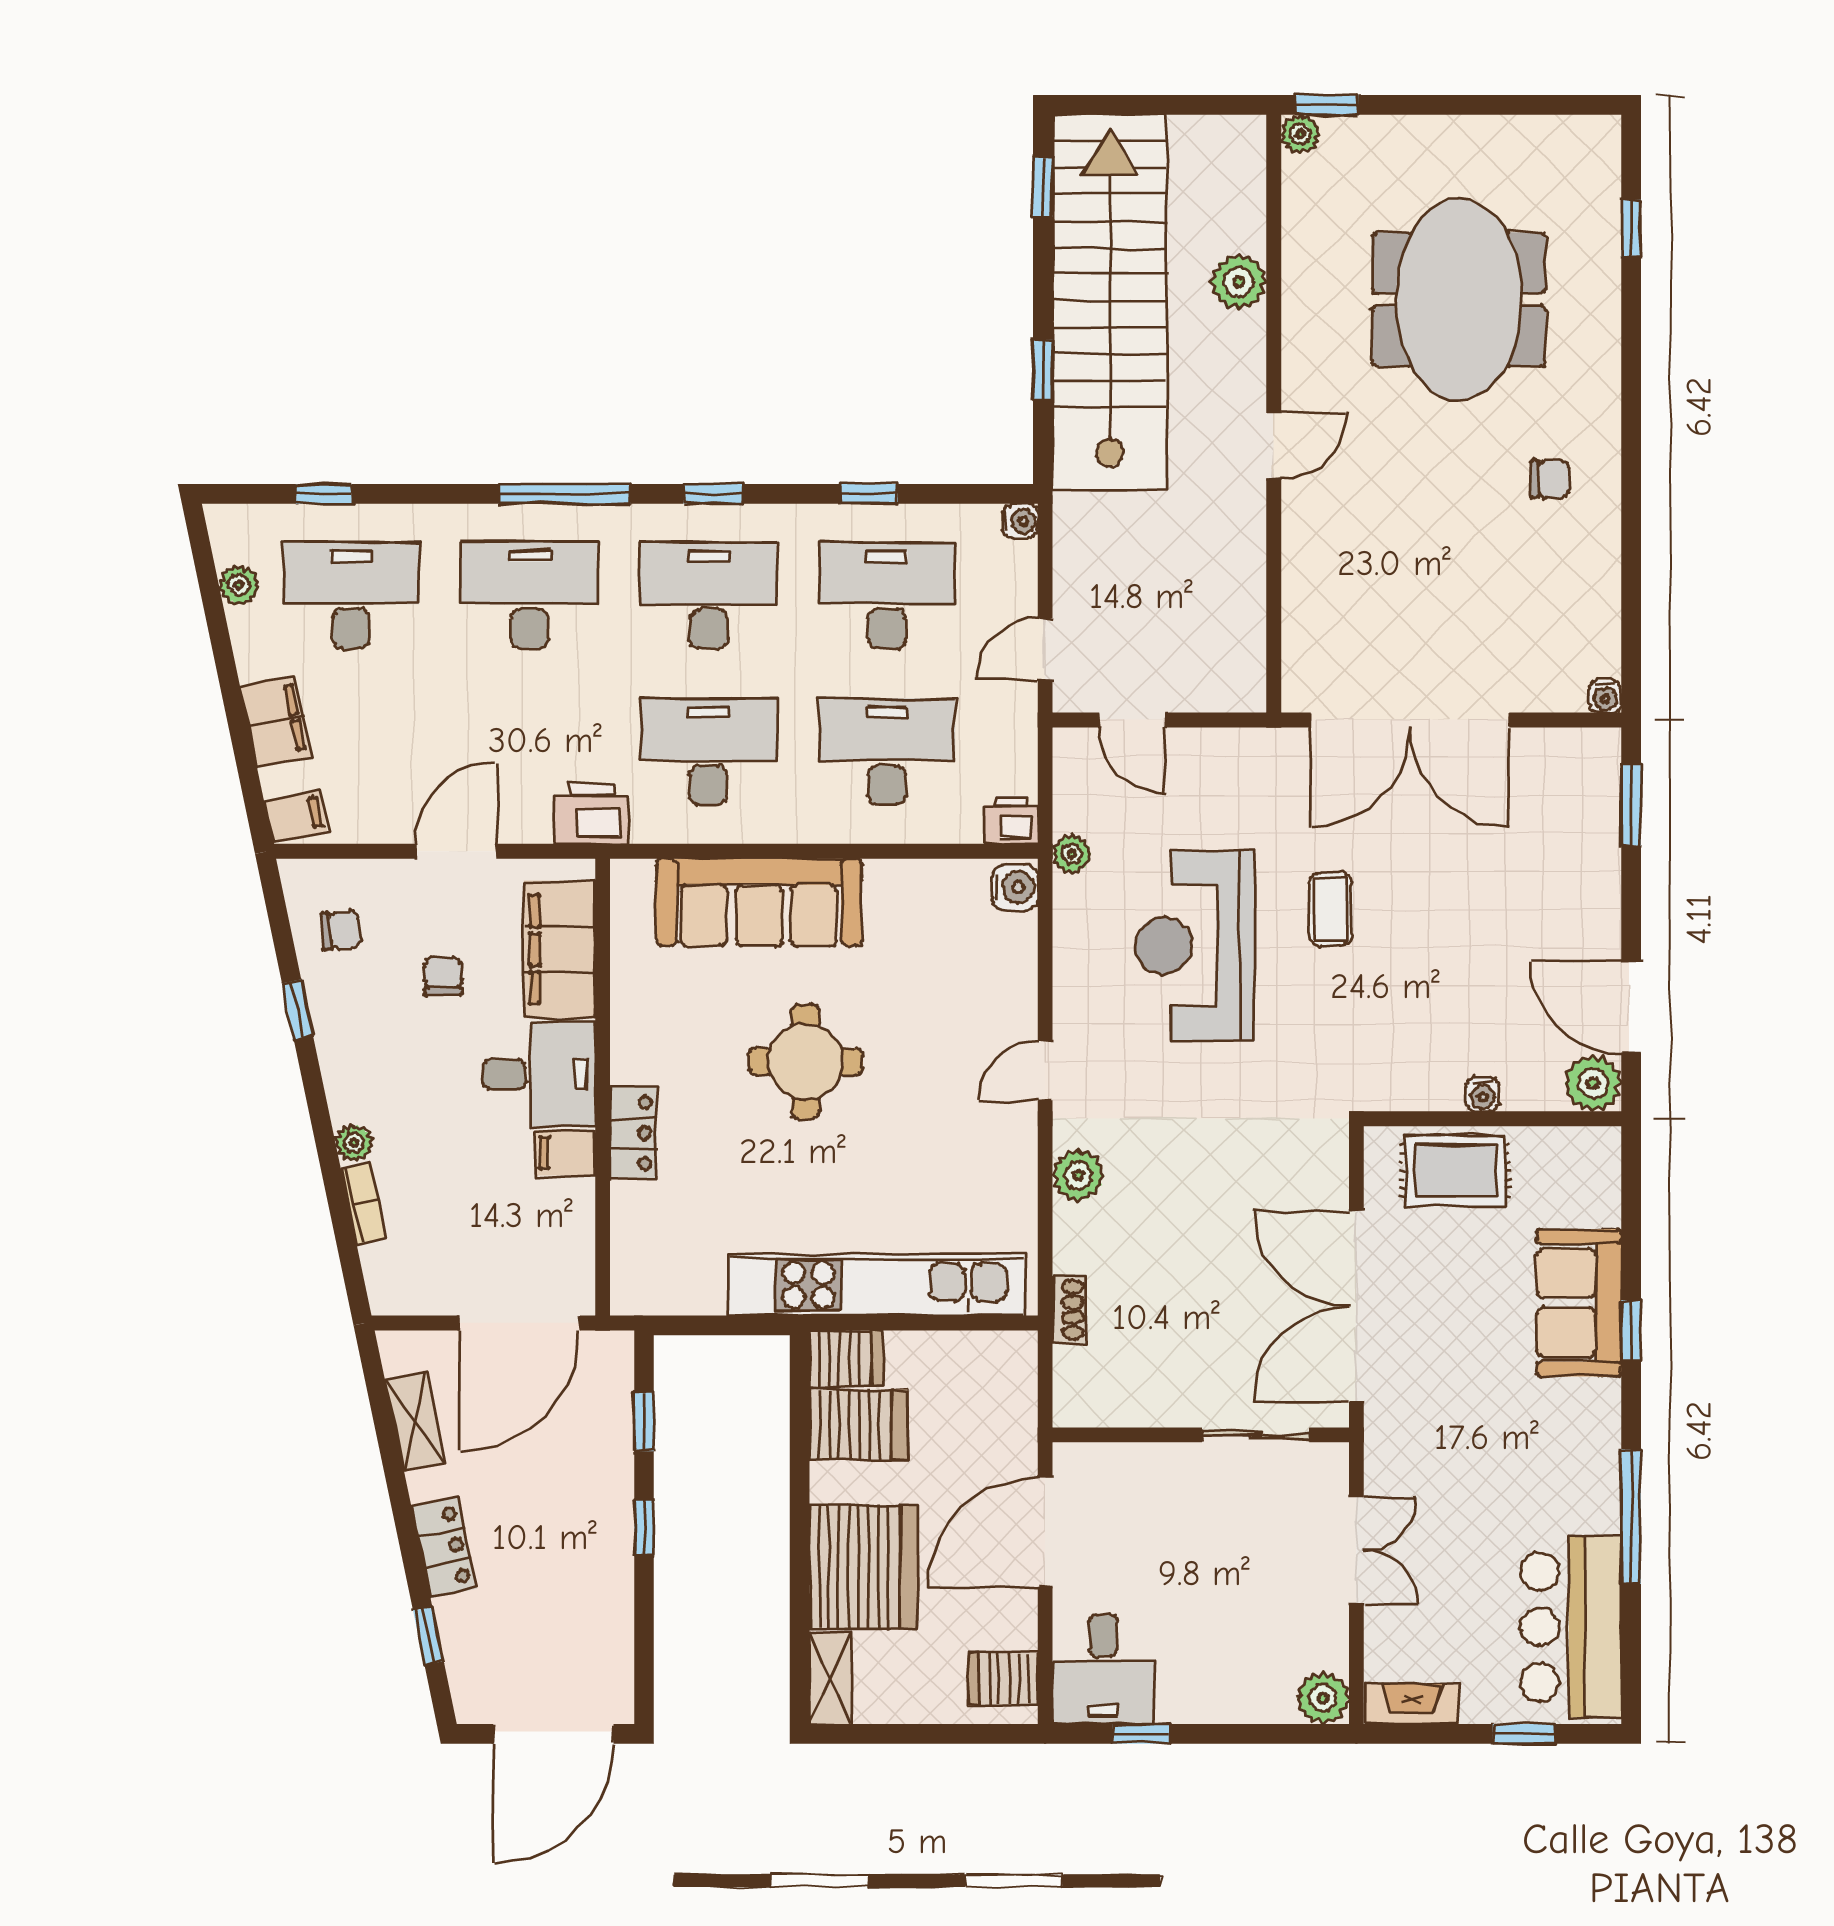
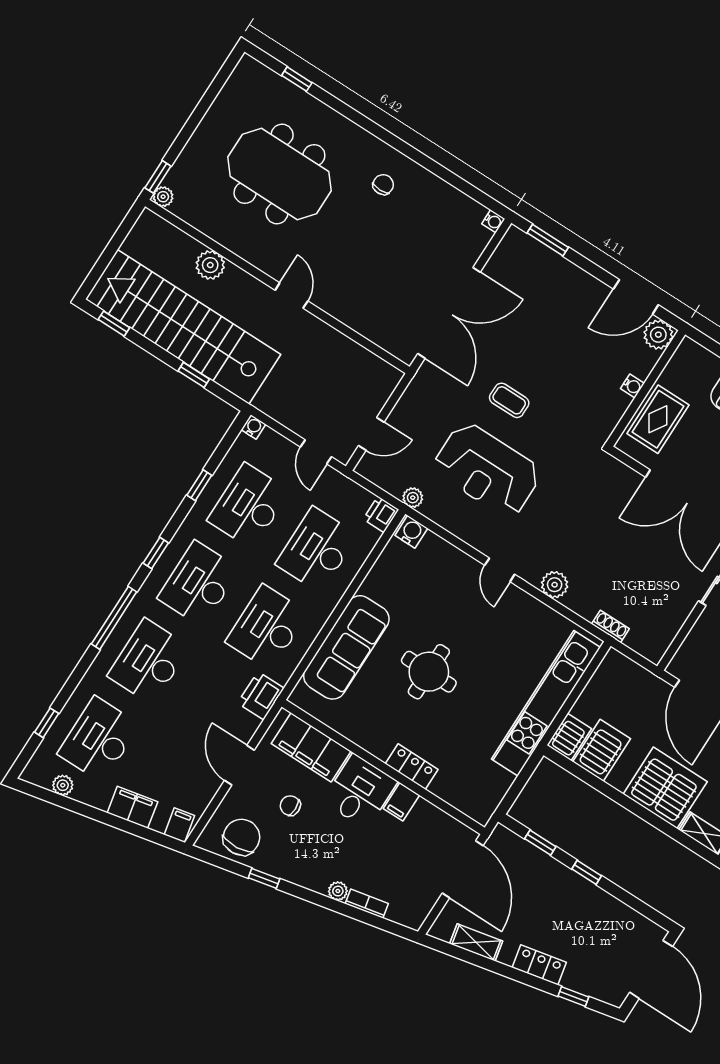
chair: (341, 930) -> (242, 837), width x1.87, depth x1.87

